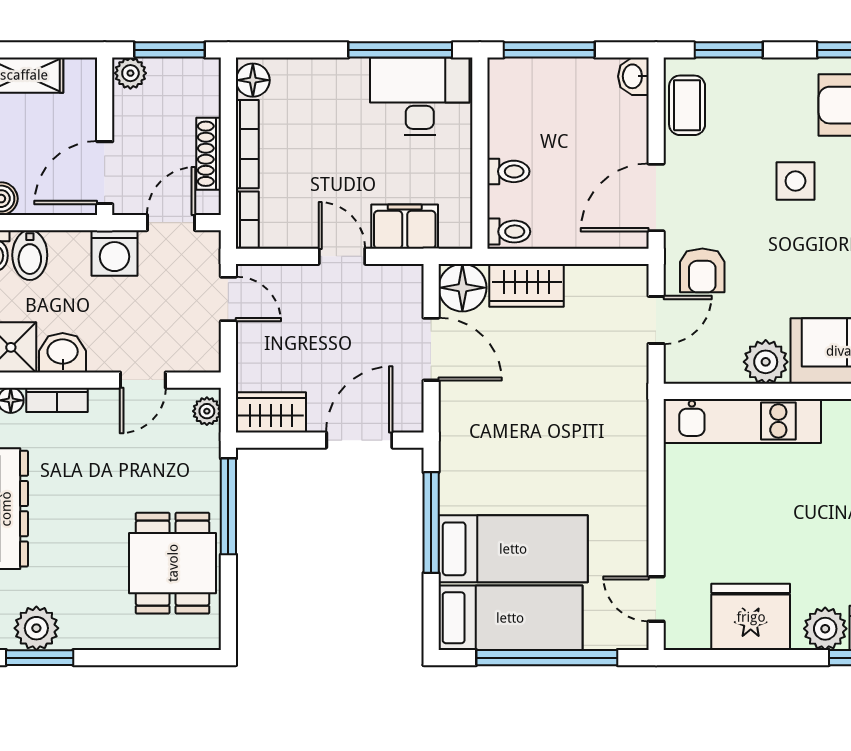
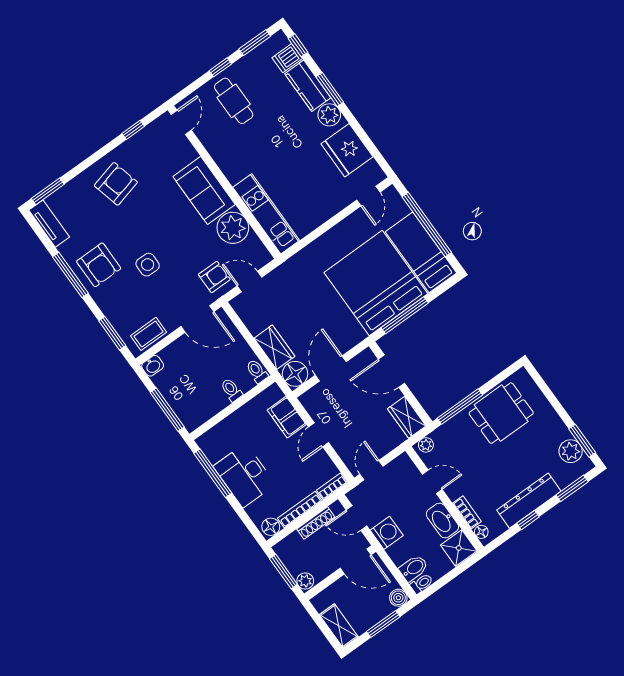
desk: (420, 96) -> (244, 475), moved
washbasin: (63, 353) -> (442, 521), width x1.38
plant: (766, 362) -> (233, 228), width x1.36, depth x1.36
bed: (513, 549) -> (376, 283), width x2.04

